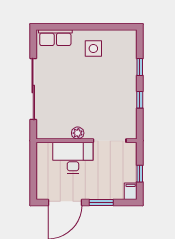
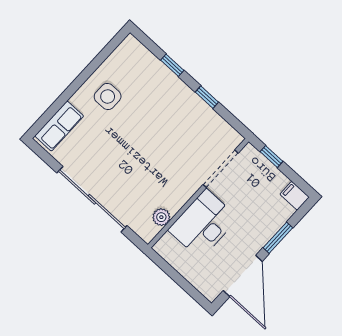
plant: (78, 133) -> (161, 217), moved
window: (140, 174) -> (272, 157), moved

